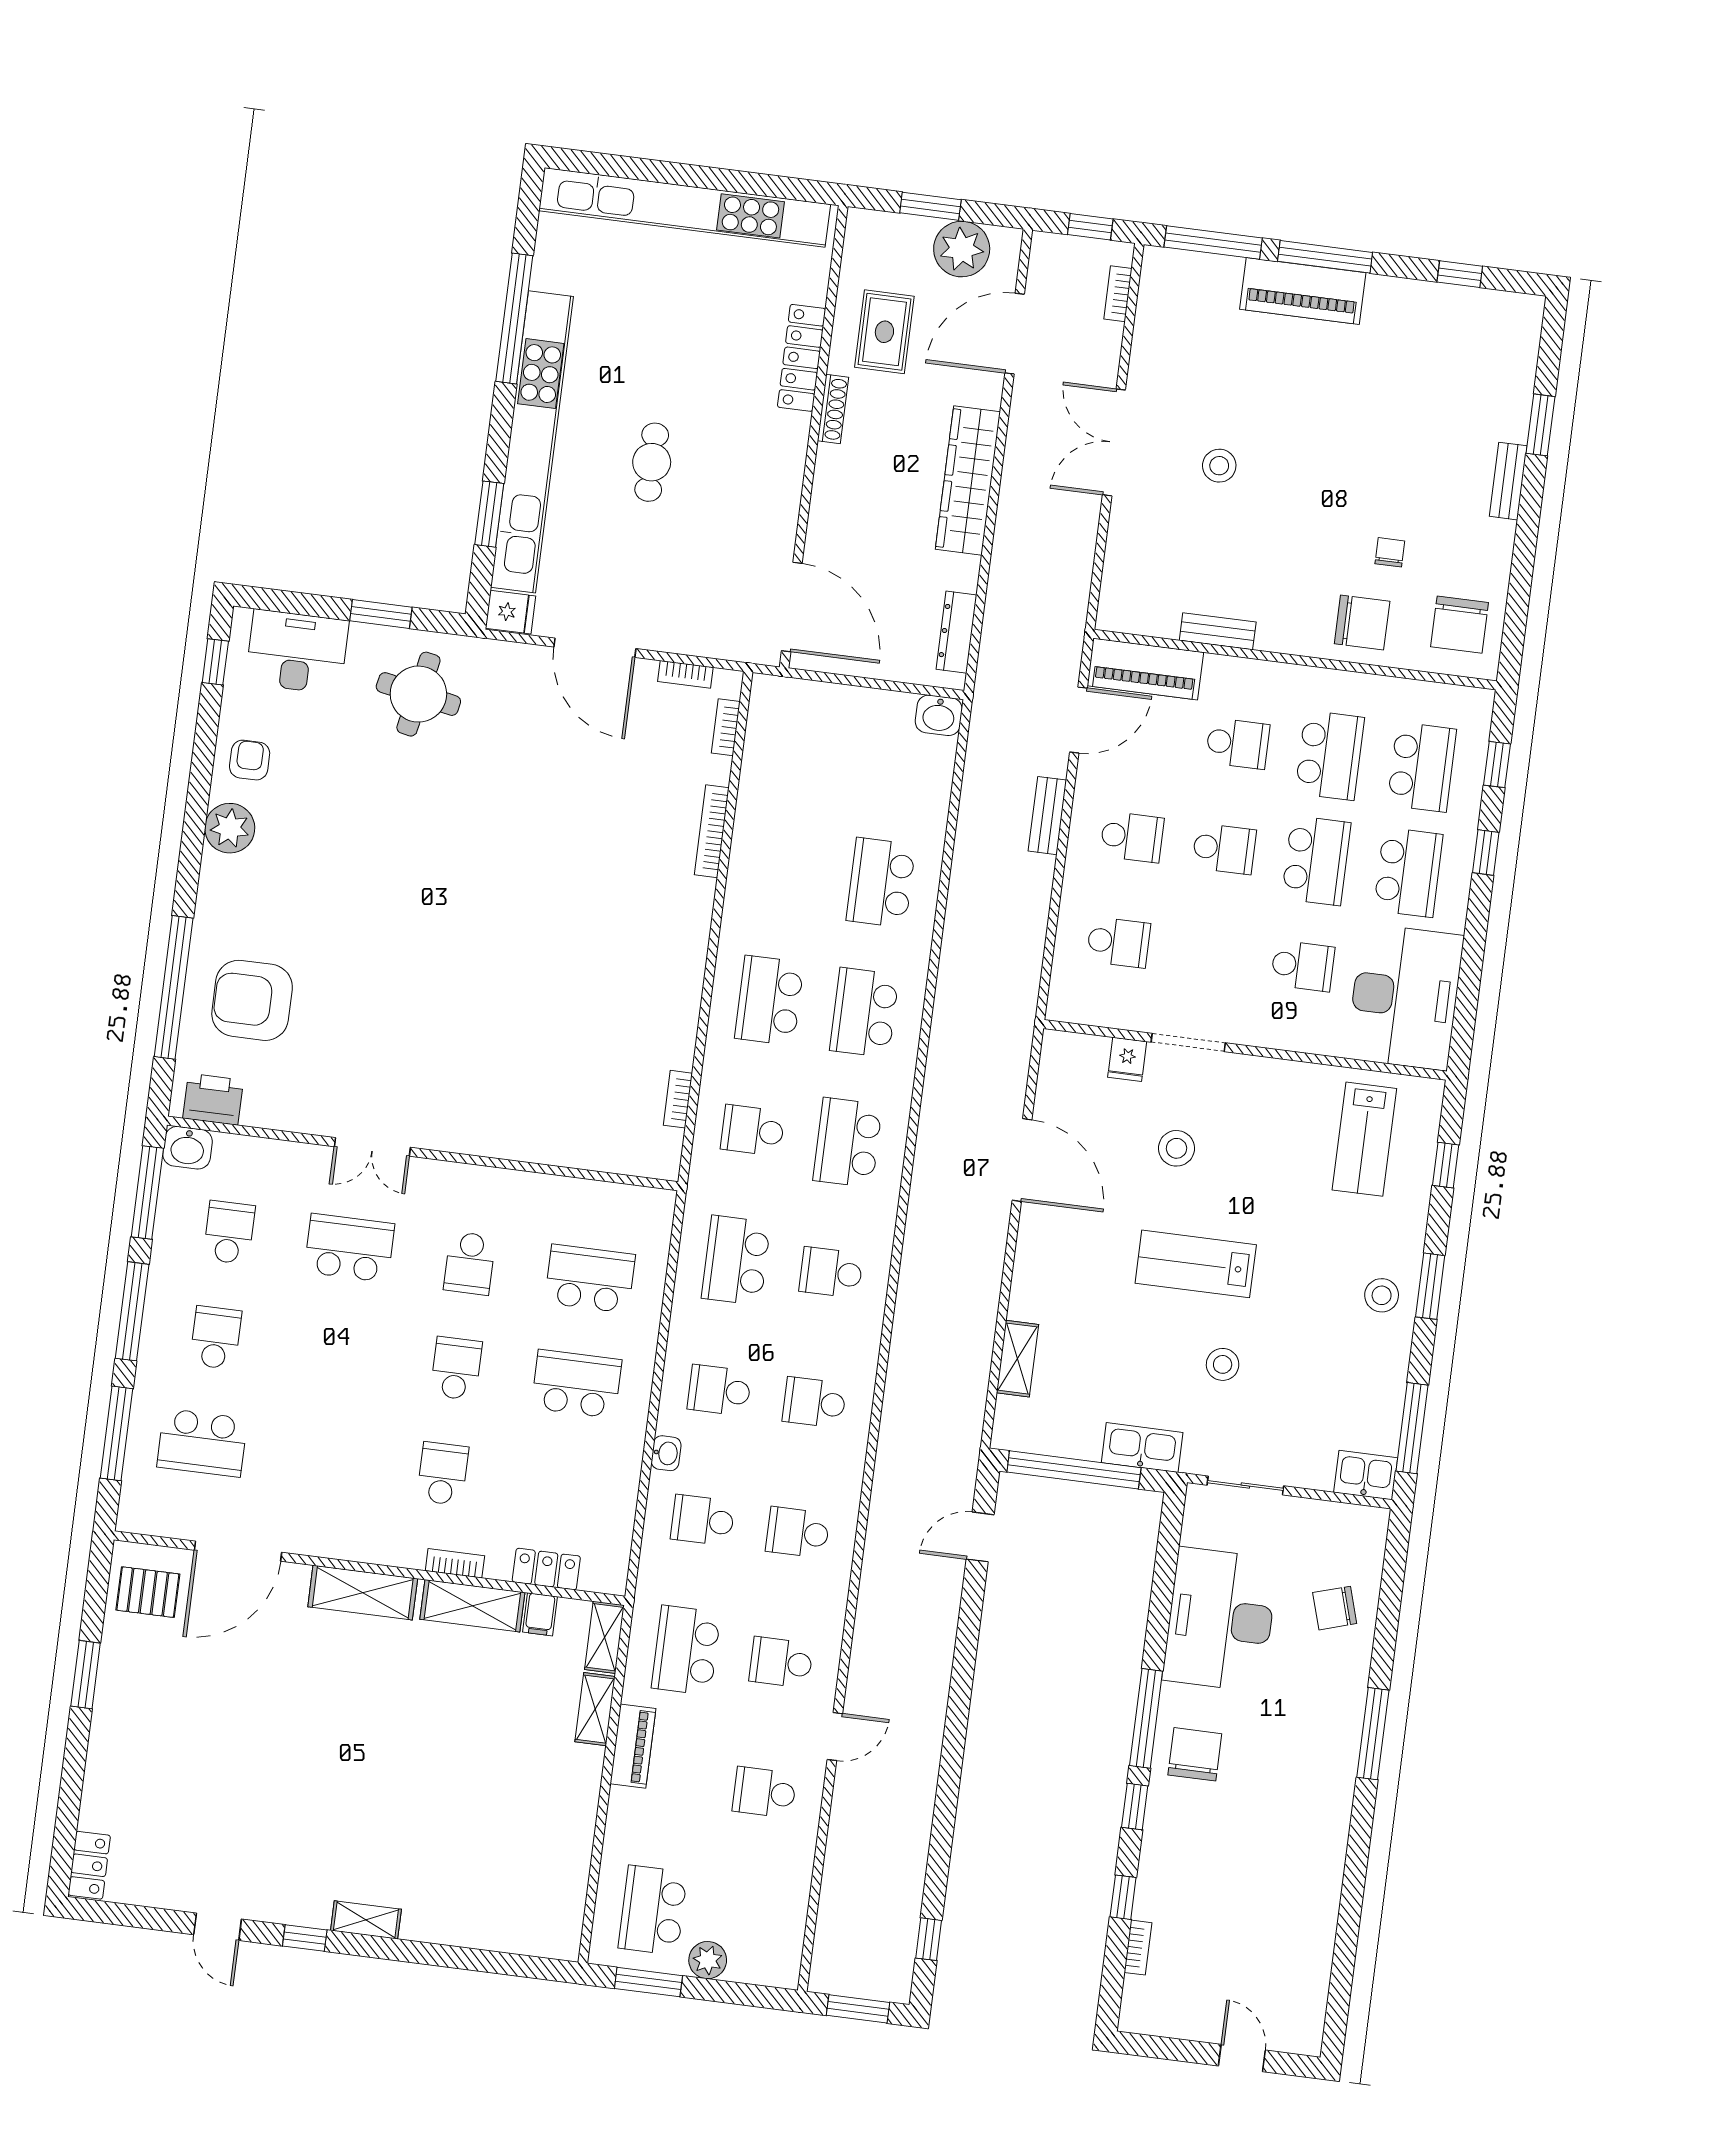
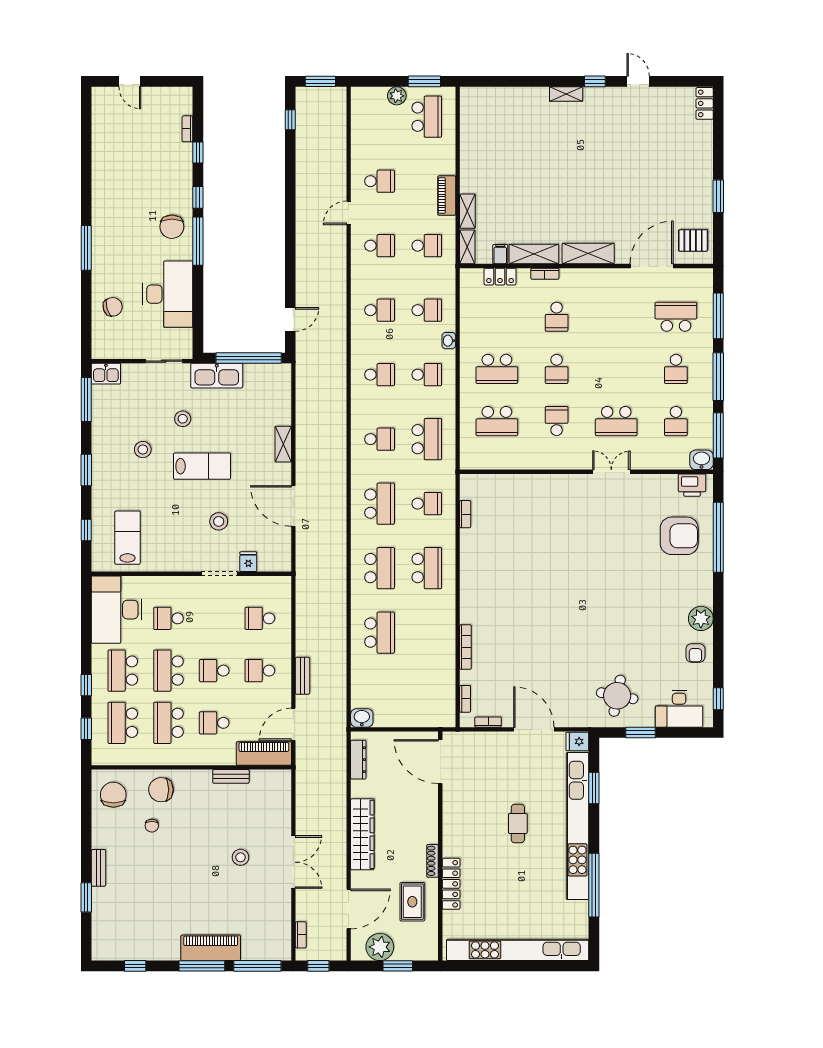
stool: (1382, 1295) -> (143, 450), moved
shelving: (1017, 1359) -> (283, 444), moved
kitchen sink: (1142, 1448) -> (217, 376), width x1.36, depth x1.24
school desk: (686, 1650) -> (427, 246), width x0.54

